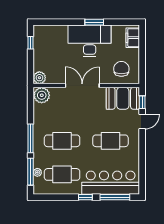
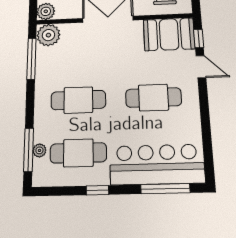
door: (142, 122) -> (201, 67), hinge flipped
window: (30, 138) -> (31, 59), moved
window: (85, 197) -> (97, 190), moved

